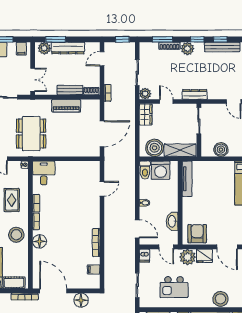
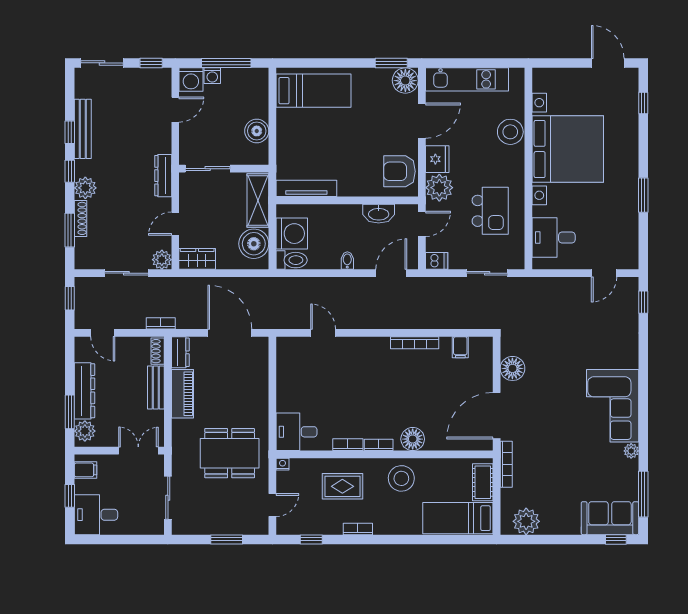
dresser: (91, 105) -> (180, 352), added

